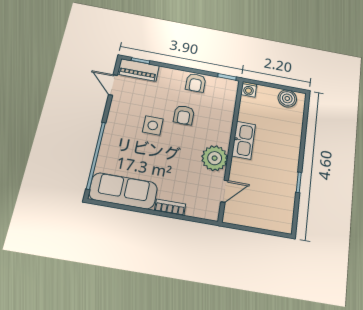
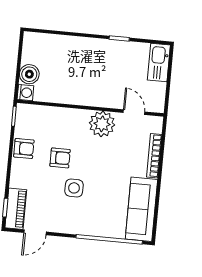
boiler: (287, 98) -> (29, 74), moved
kitchen sink: (244, 140) -> (159, 63), moved, turned -90
bookcase: (170, 207) -> (154, 156), width x1.56

